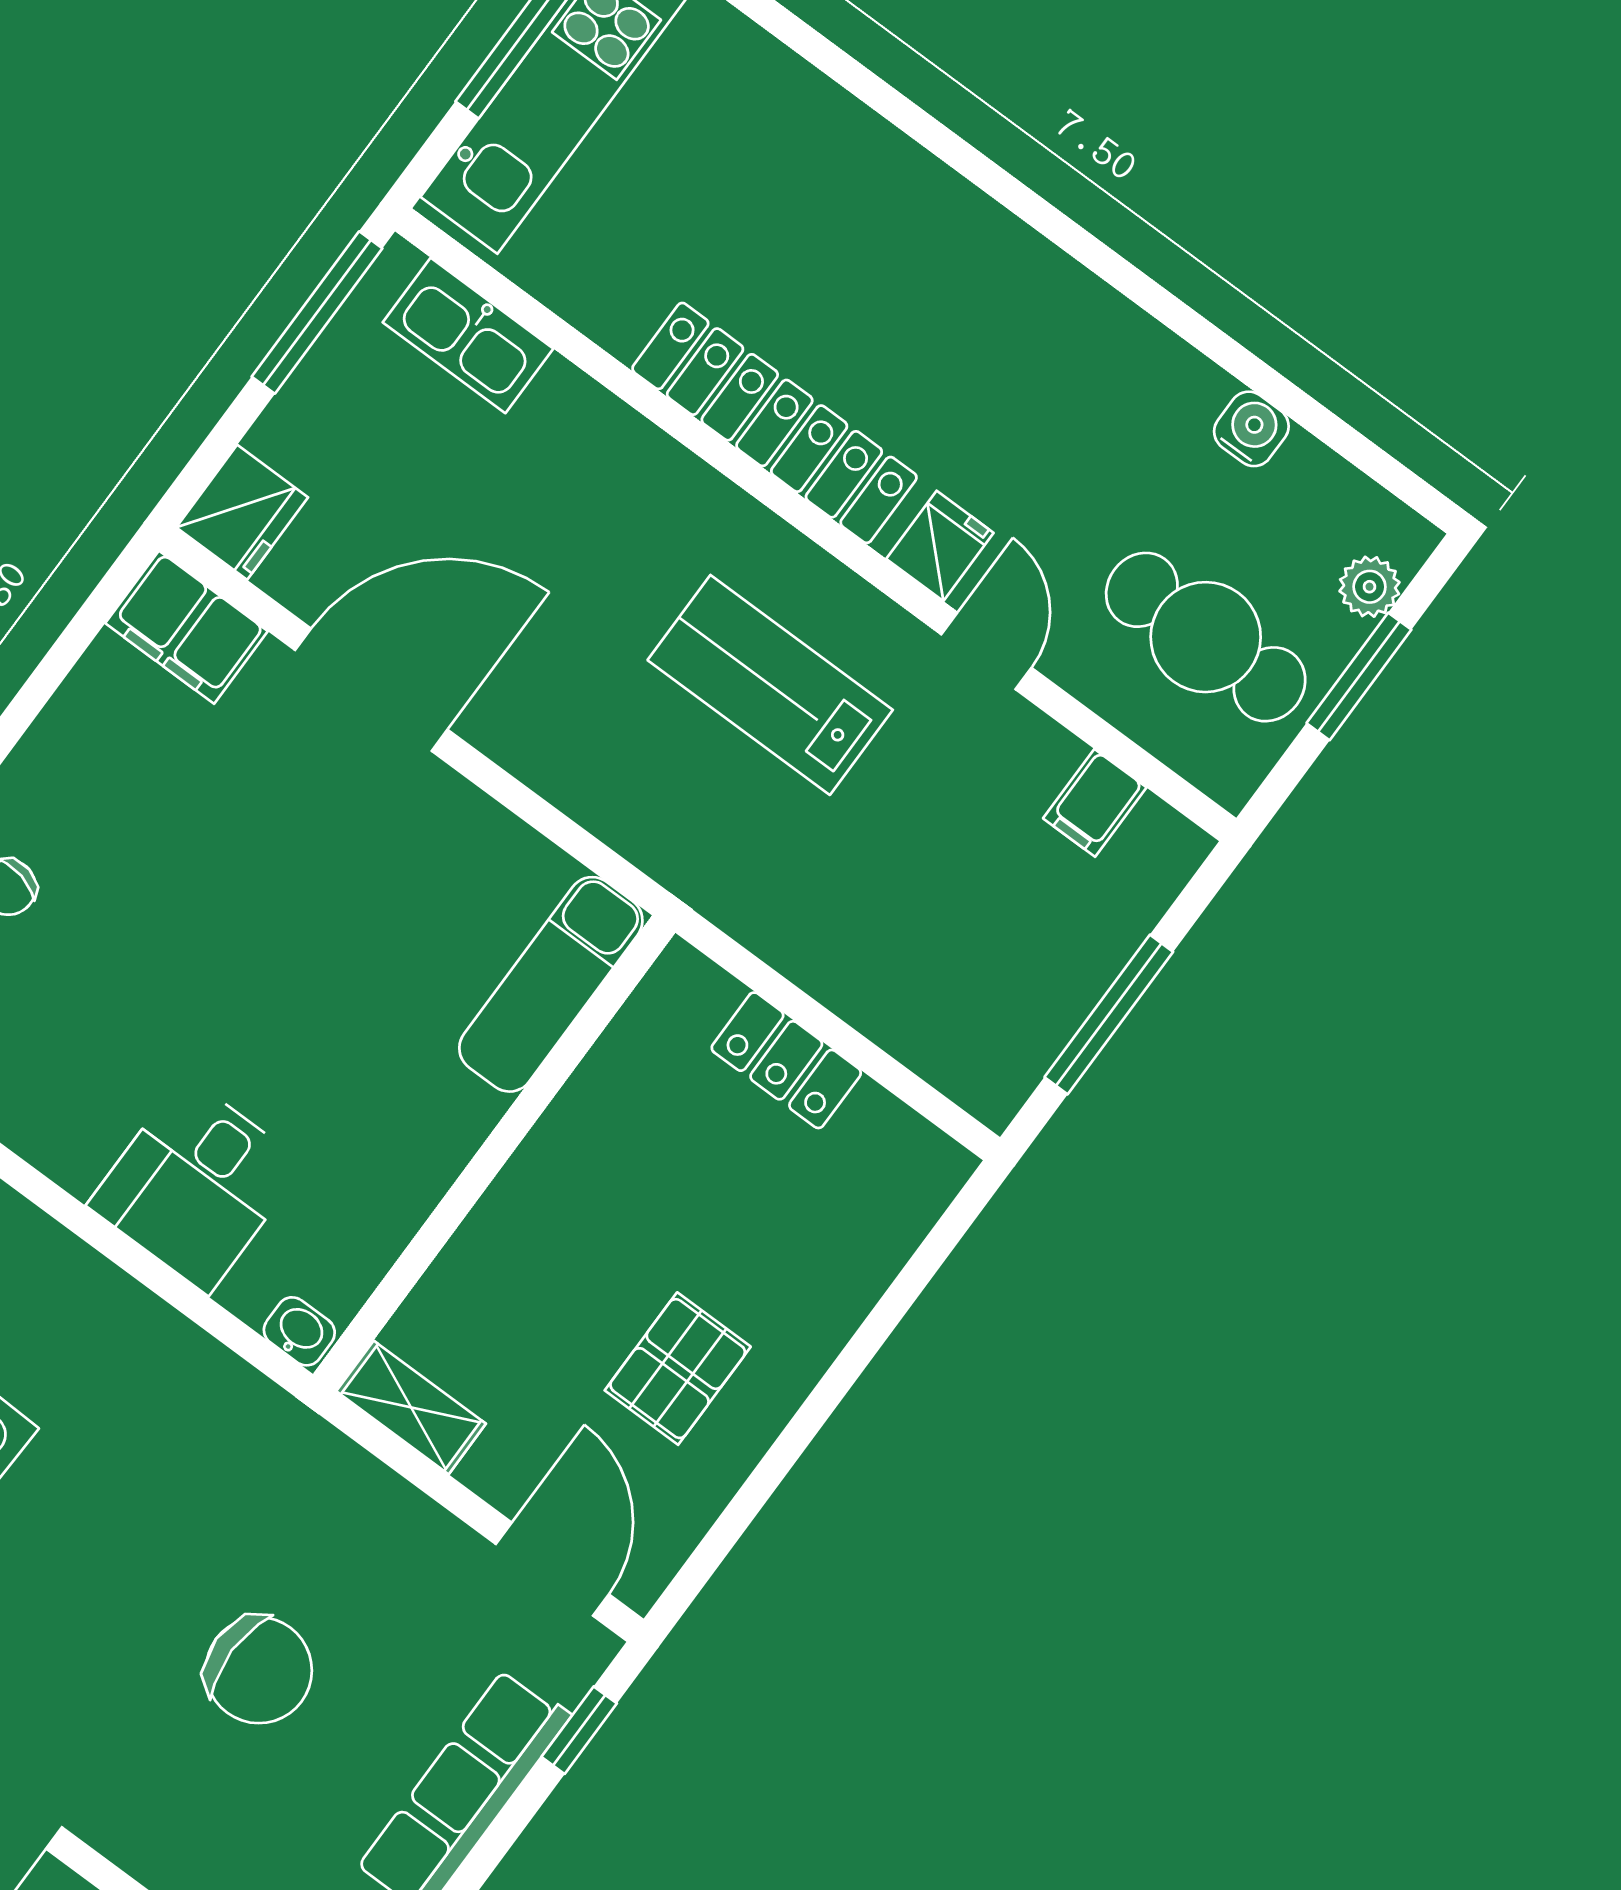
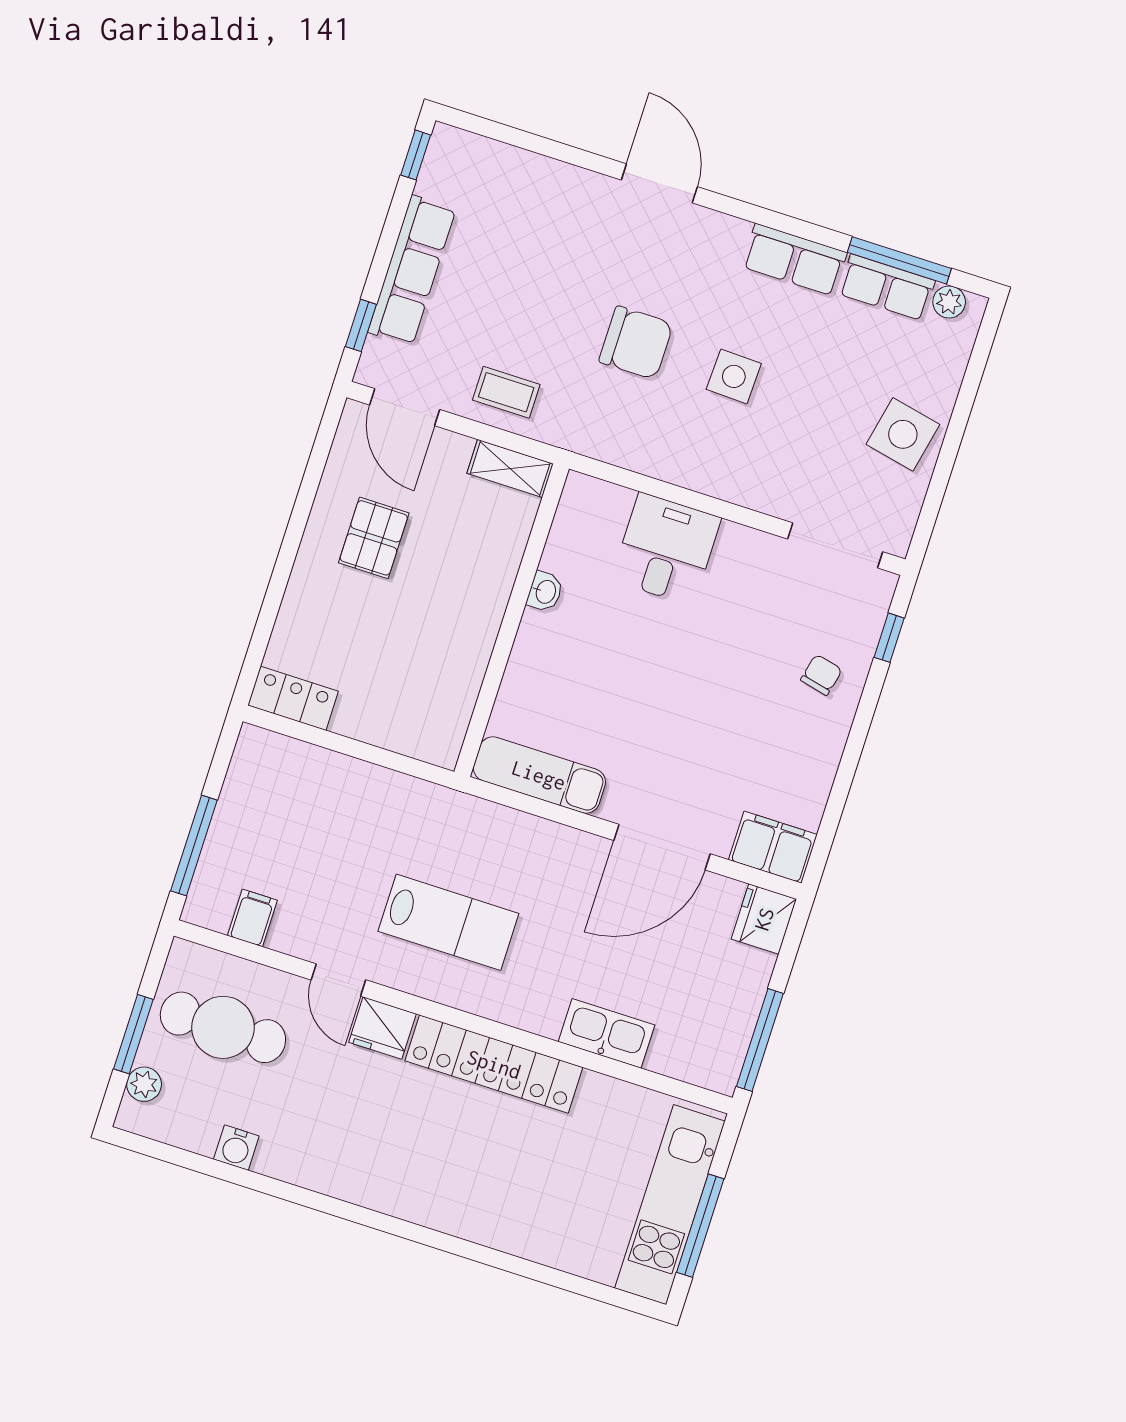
kitchen sink: (468, 335) -> (606, 1033), moved
fridge: (940, 546) -> (382, 1028), width x1.38
exam couch: (551, 984) -> (539, 775), moved, turned -90
window: (1109, 1014) -> (194, 846), moved
locker: (786, 1060) -> (293, 698), moved
washbasin: (299, 1331) -> (545, 592), moved, turned -90
coffee table: (374, 1537) -> (506, 392), added
chair: (259, 1670) -> (636, 343), moved, turned 180

